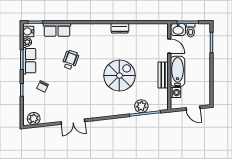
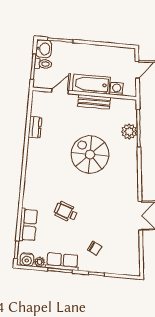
dresser: (120, 28) -> (35, 127), moved
washbasin: (178, 29) -> (44, 49), moved
plant: (34, 119) -> (132, 263), removed

